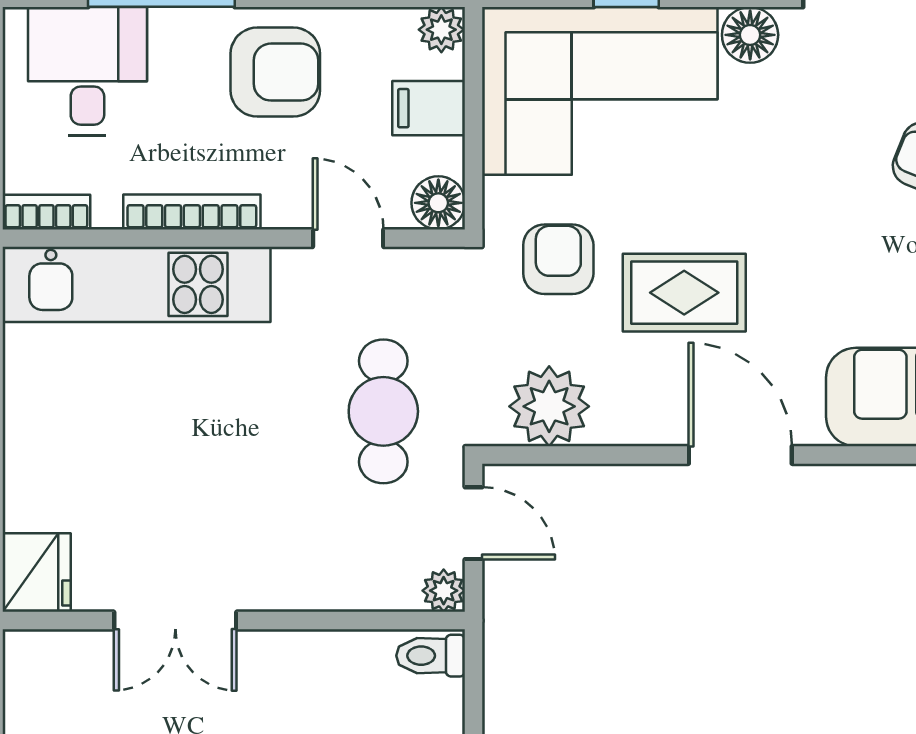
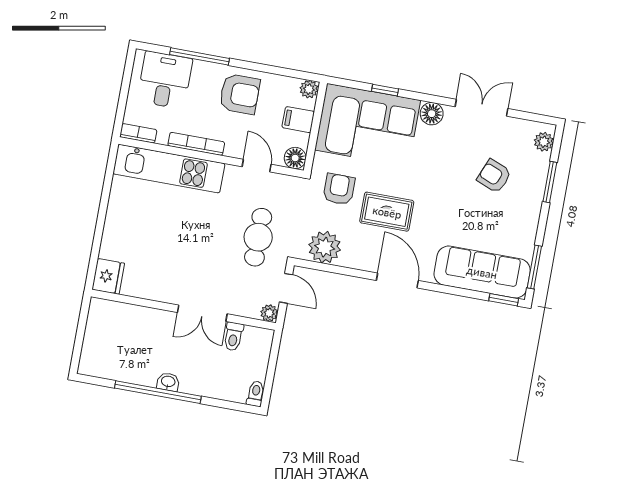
double door: (175, 621) -> (202, 313), moved
toilet: (431, 656) -> (233, 337), moved, turned -90

